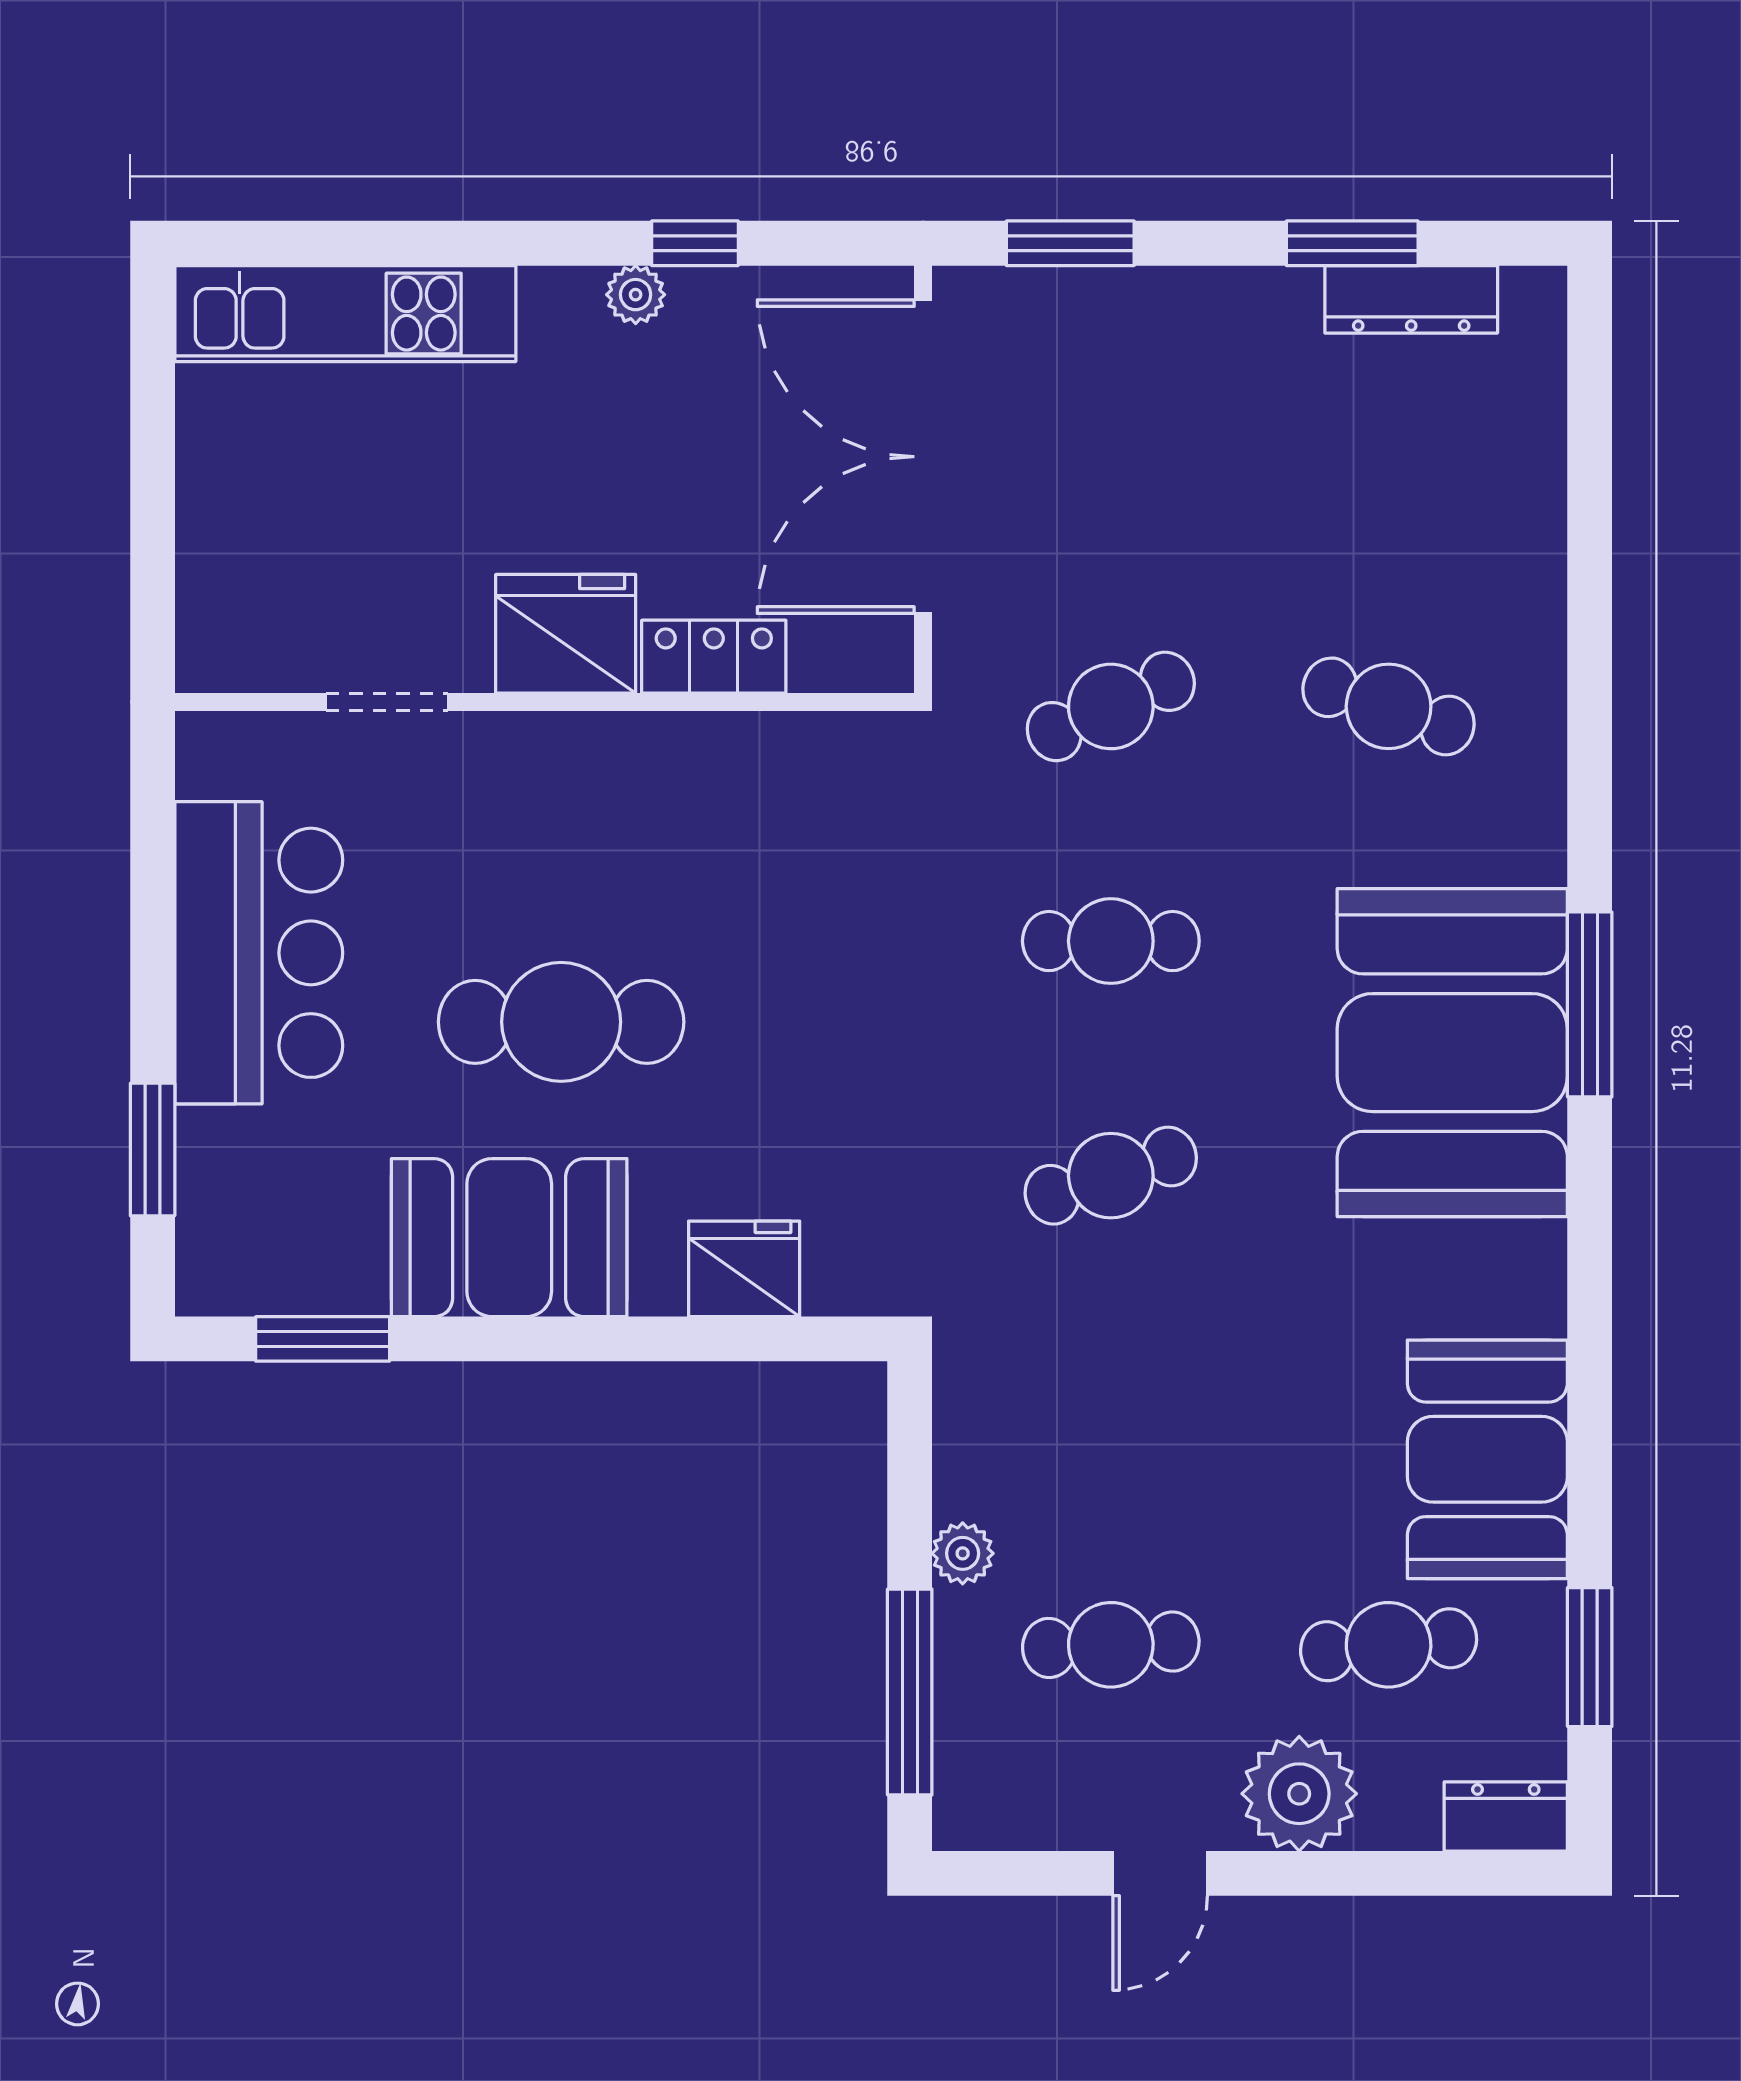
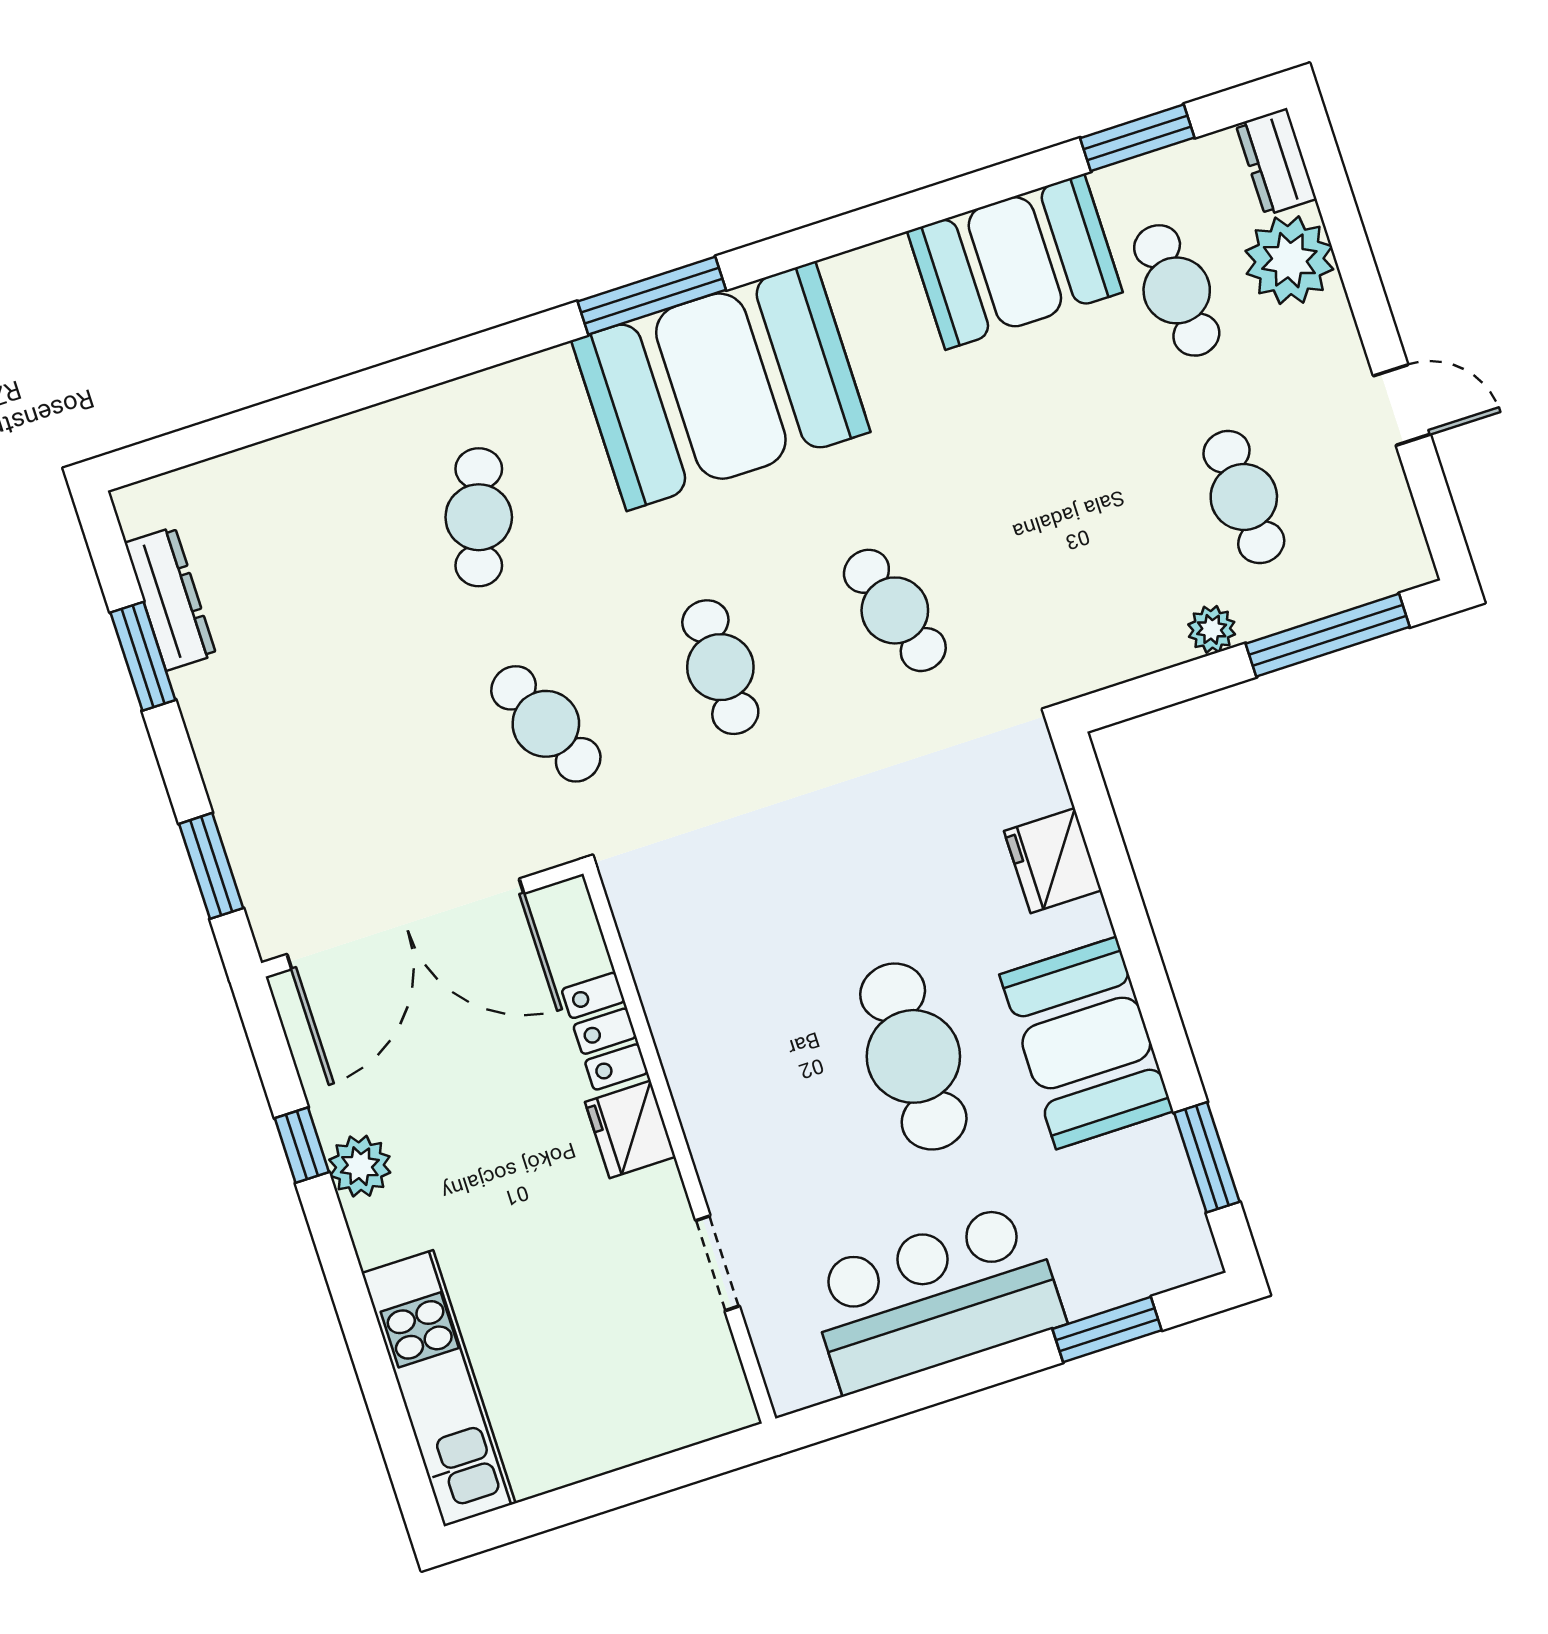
plant: (636, 295) -> (360, 1166), width x1.38, depth x1.38
fridge: (566, 634) -> (630, 1129), width x0.73, depth x0.75
plant: (1299, 1794) -> (1289, 260), moved

